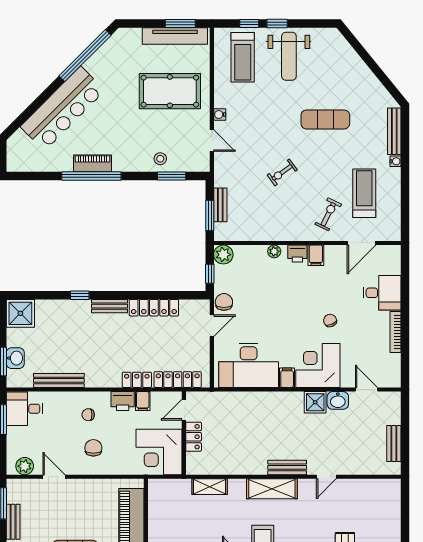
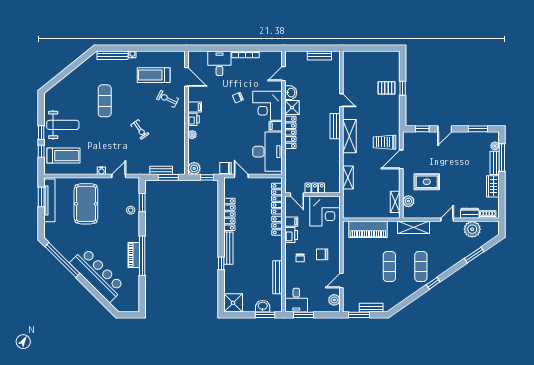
bench: (109, 306) -> (228, 248), width x1.36
locker: (278, 400) -> (290, 132), added

